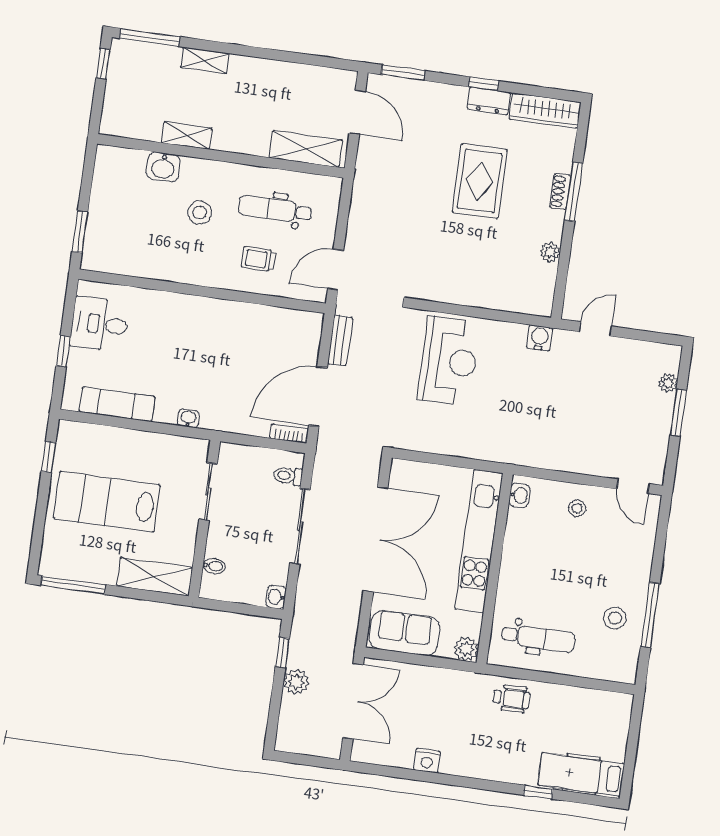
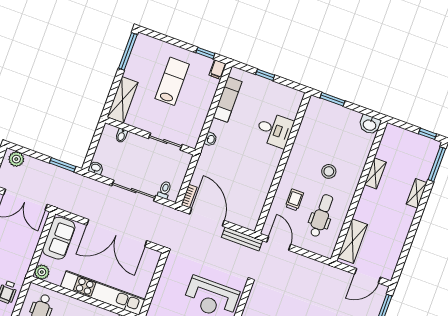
washbasin: (163, 167) -> (370, 125), moved, turned -90
desk: (99, 324) -> (274, 130), moved, turned 90
bench: (340, 340) -> (242, 239), width x1.36
filing cabinet: (71, 431) -> (218, 69), added
lab bench: (107, 502) -> (172, 81), width x0.73, depth x0.72
window: (282, 652) -> (63, 165), width x1.50
plant: (296, 682) -> (16, 159), moved

